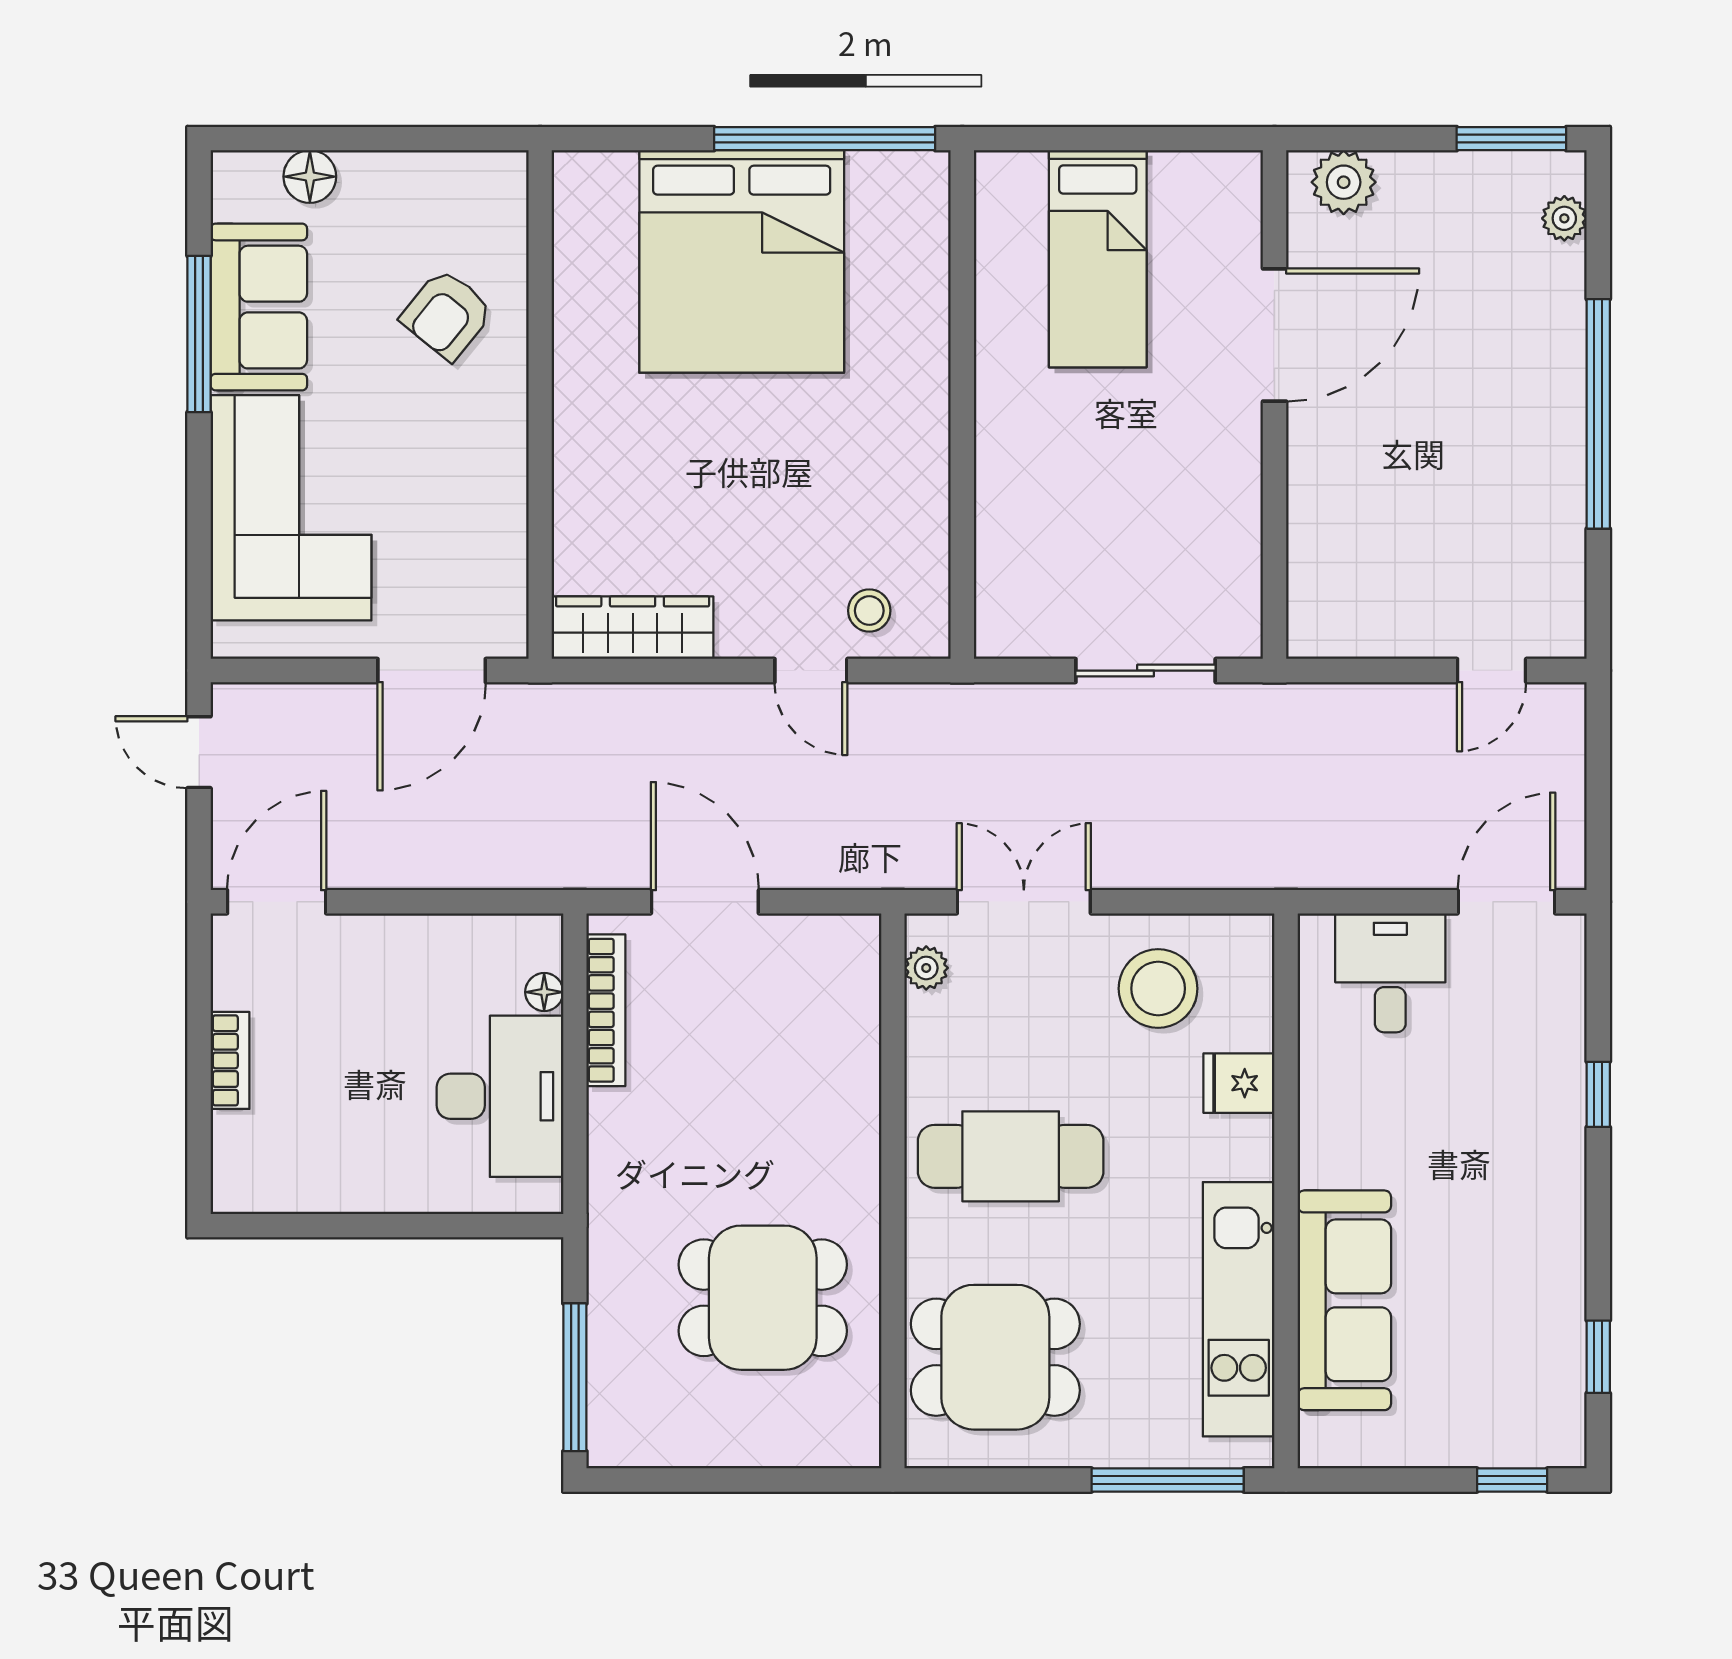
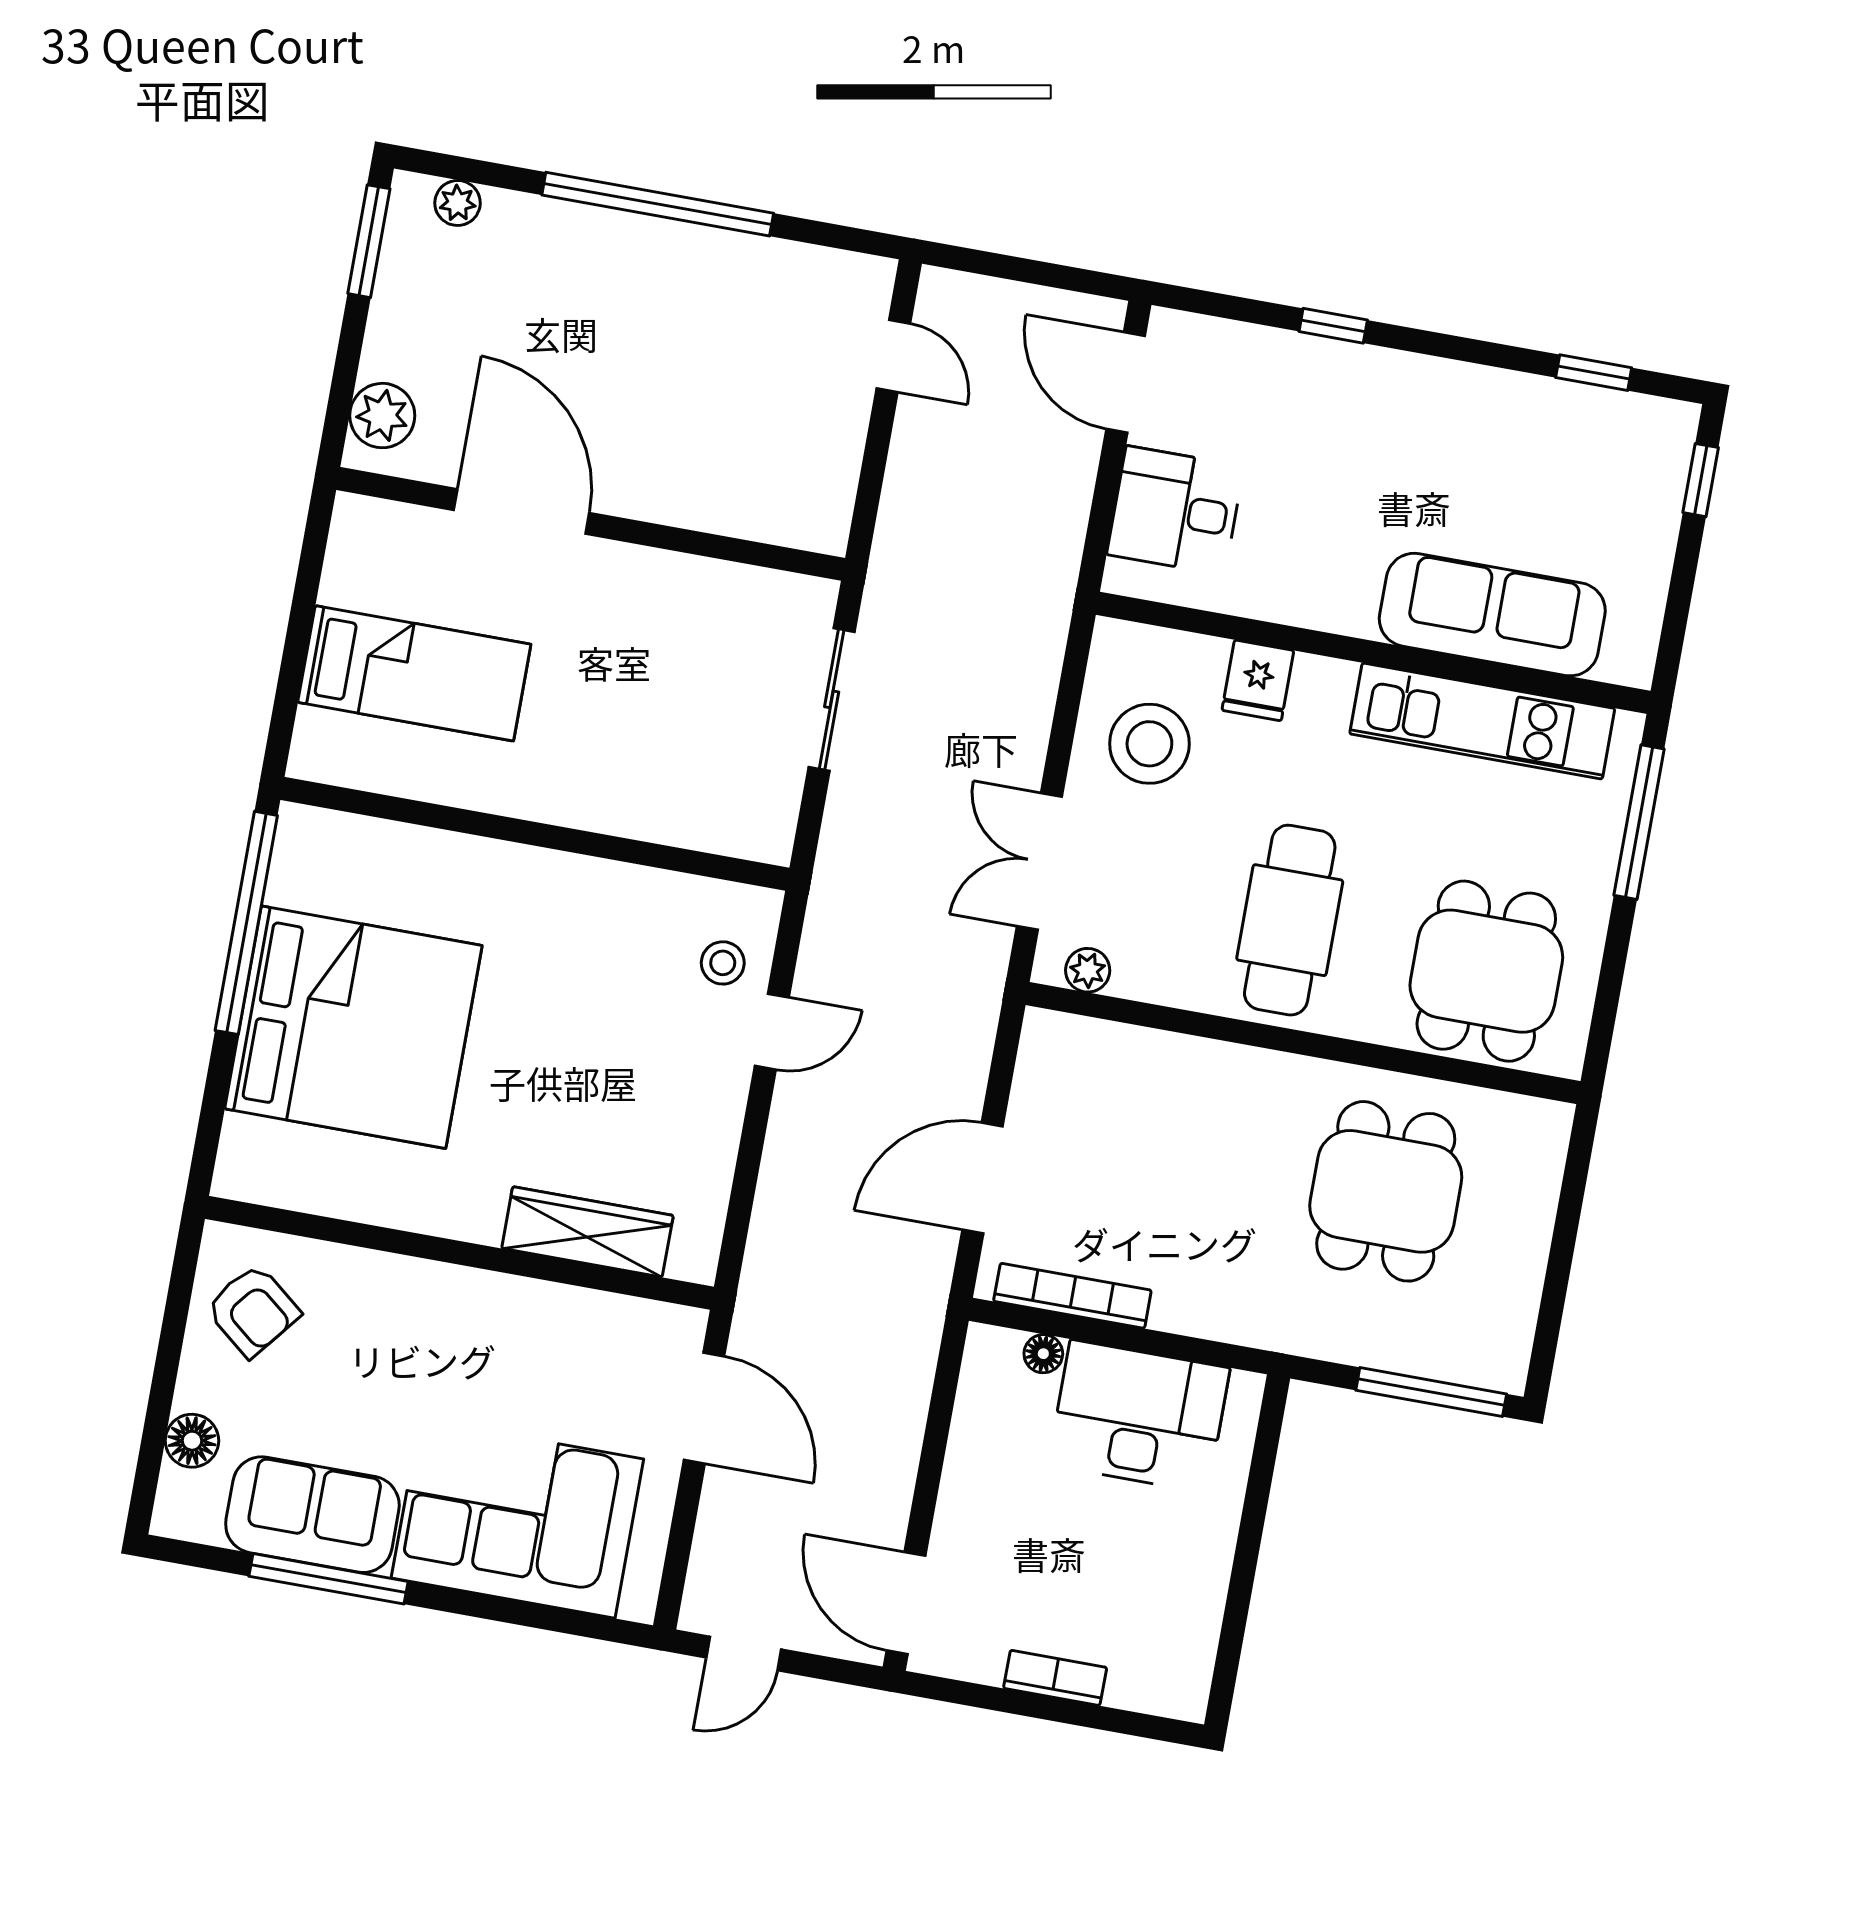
armchair: (447, 315) -> (253, 1310), moved
wardrobe: (633, 628) -> (587, 1232), moved, turned 90

